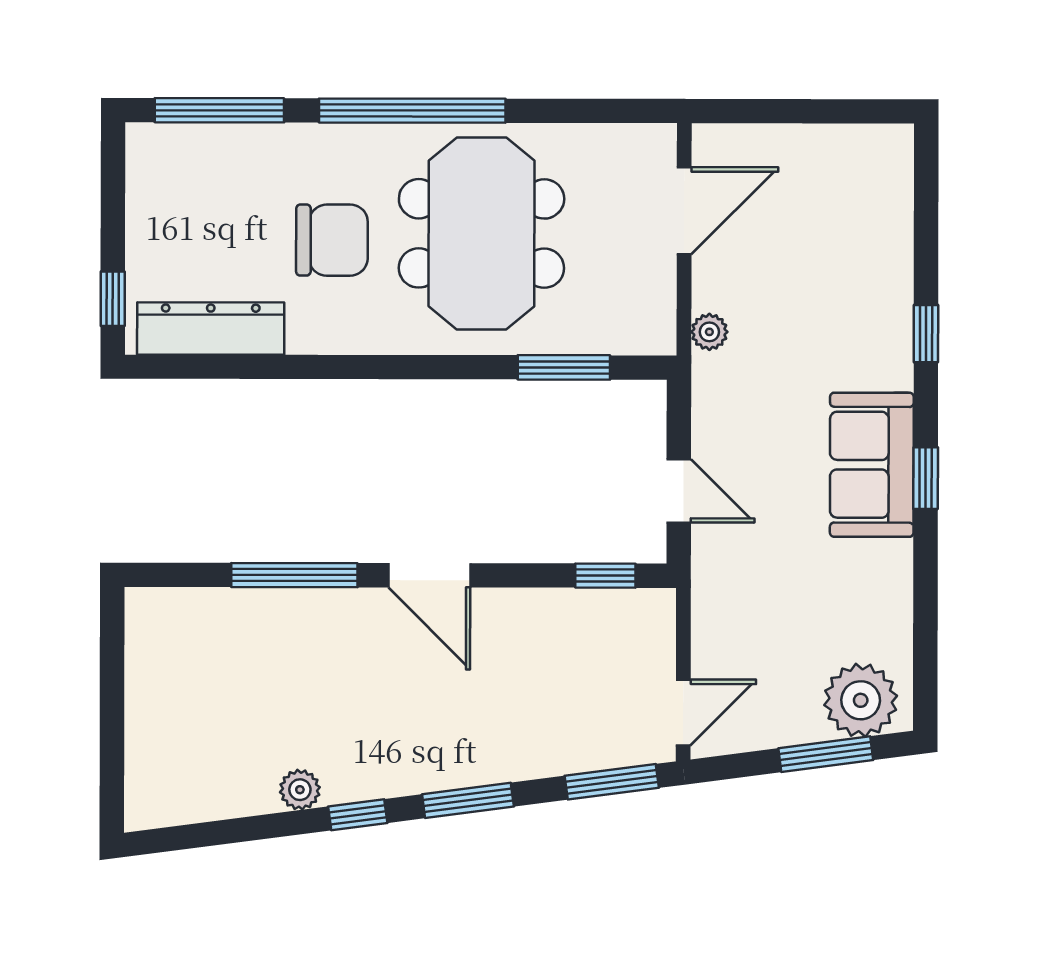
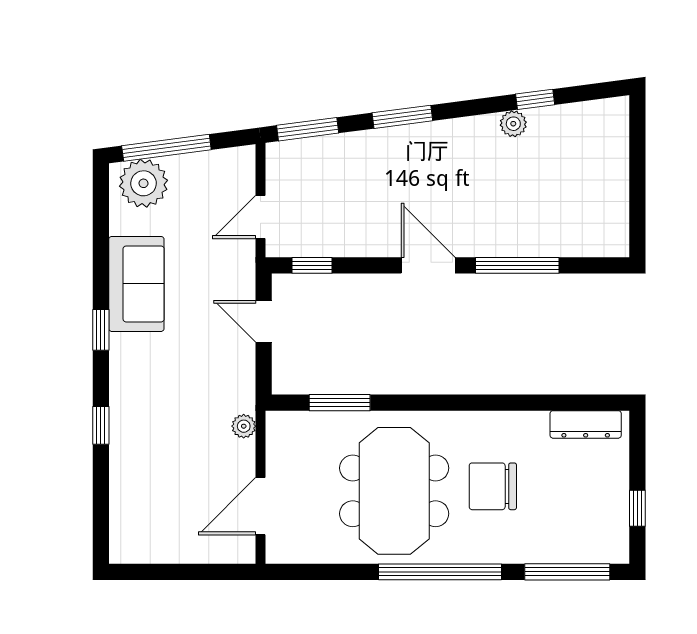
window: (113, 299) -> (637, 508), moved
dresser: (211, 328) -> (586, 424), width x0.73, depth x0.80
sofa: (872, 465) -> (136, 284), moved
door: (683, 712) -> (261, 217), moved
window: (826, 754) -> (166, 148), width x1.44
window: (358, 815) -> (535, 99), moved

